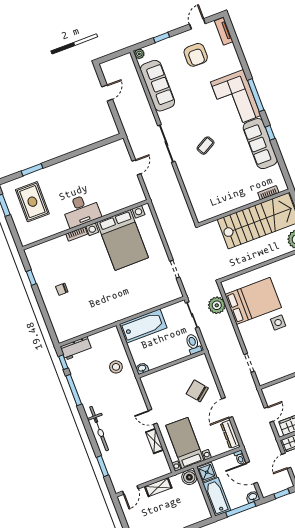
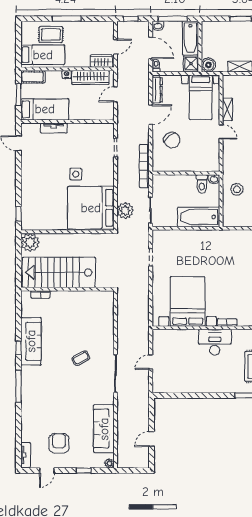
corner sofa: (236, 99) -> (38, 390), removed
bed: (253, 301) -> (91, 208), width x1.36
toilet: (193, 344) -> (202, 184), moved
bookcase: (214, 355) -> (144, 166), added

